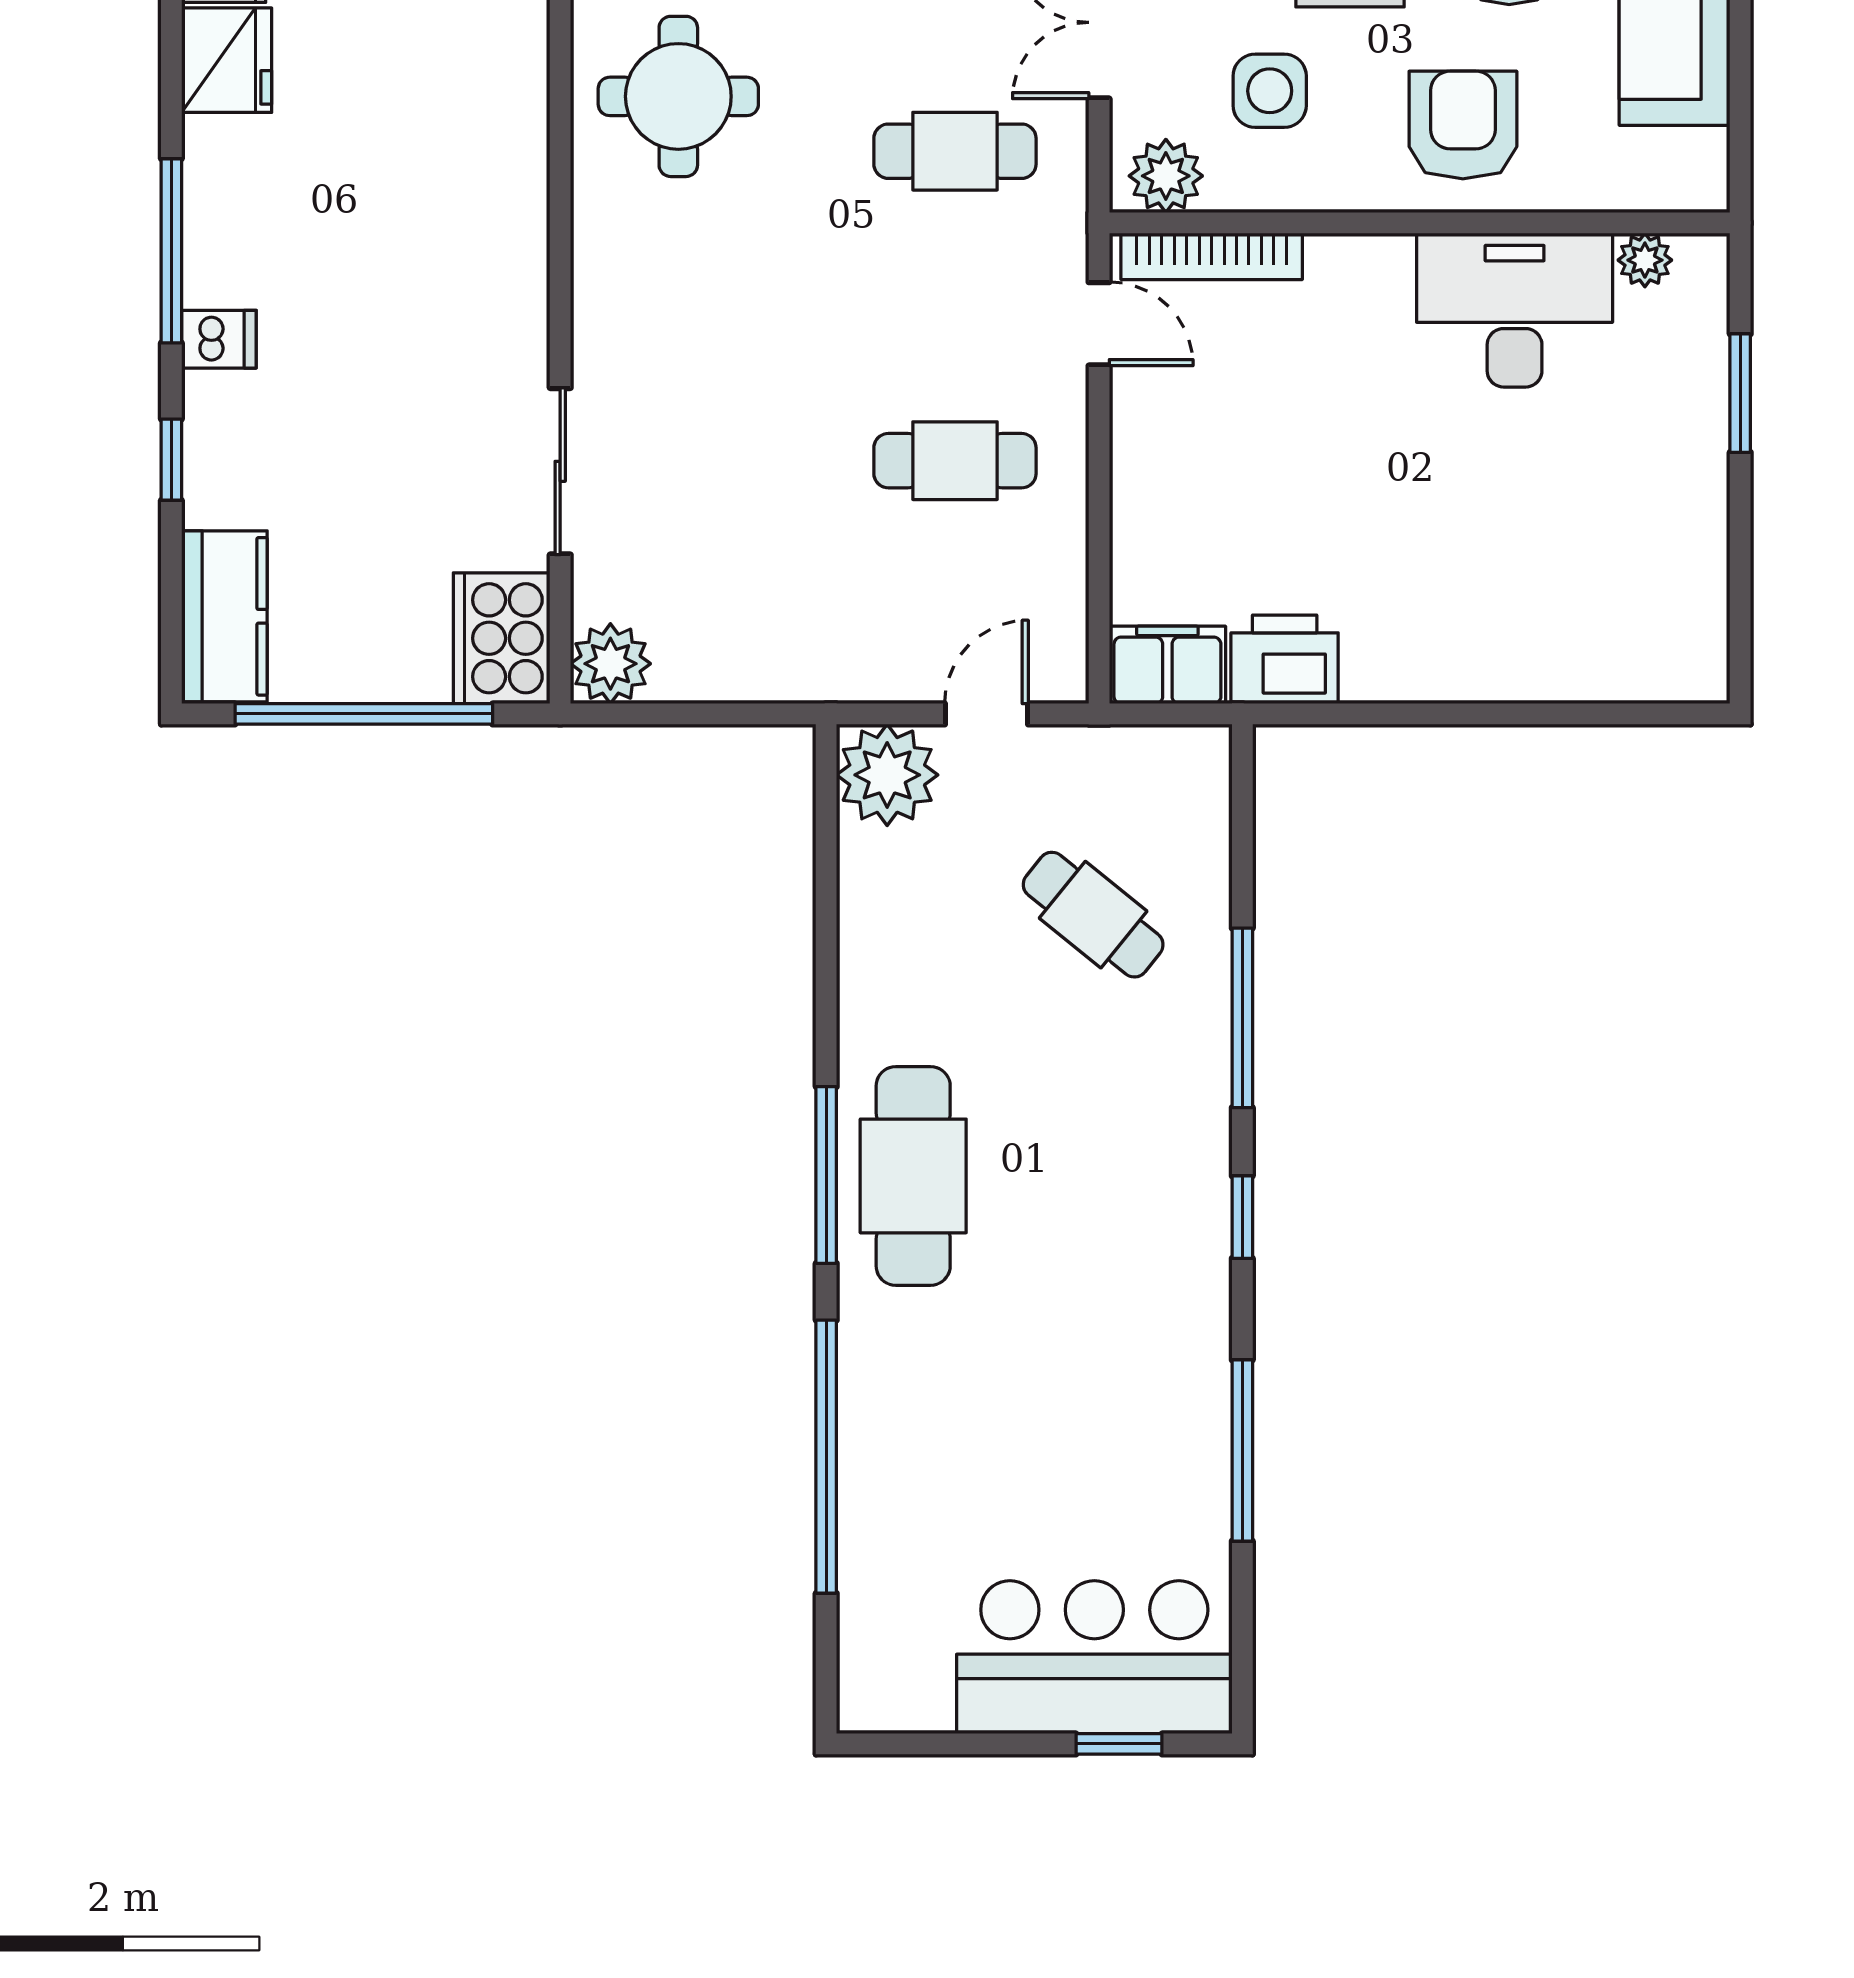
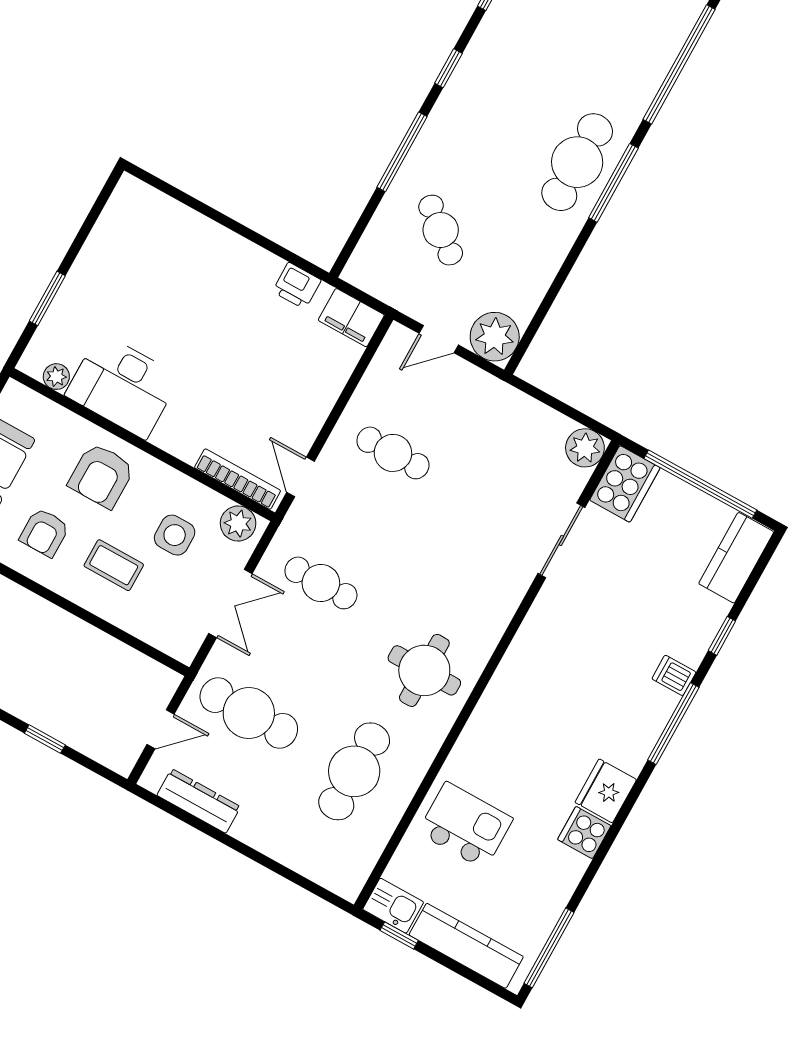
printer: (1285, 659) -> (297, 286), width x0.73, depth x0.81

